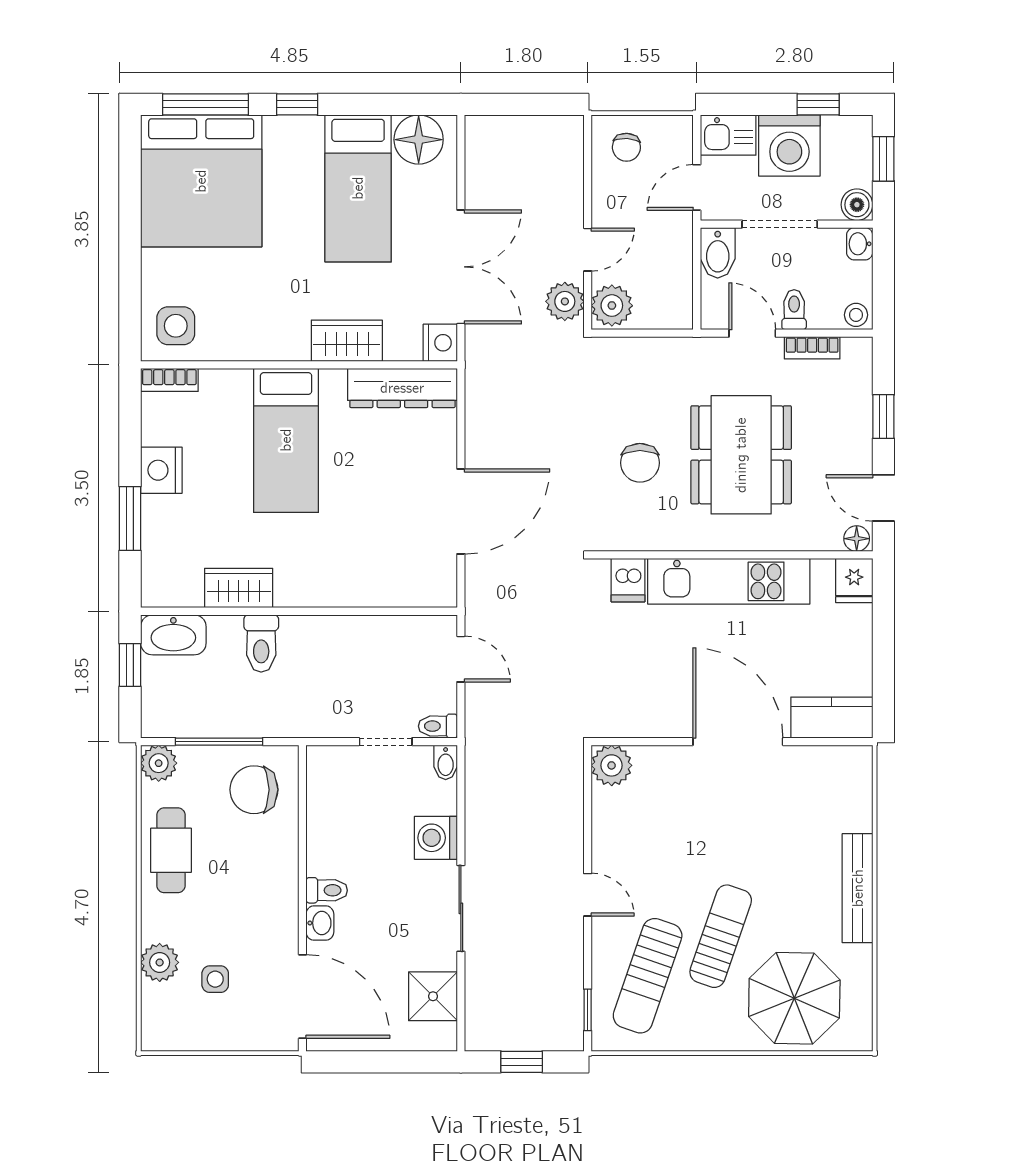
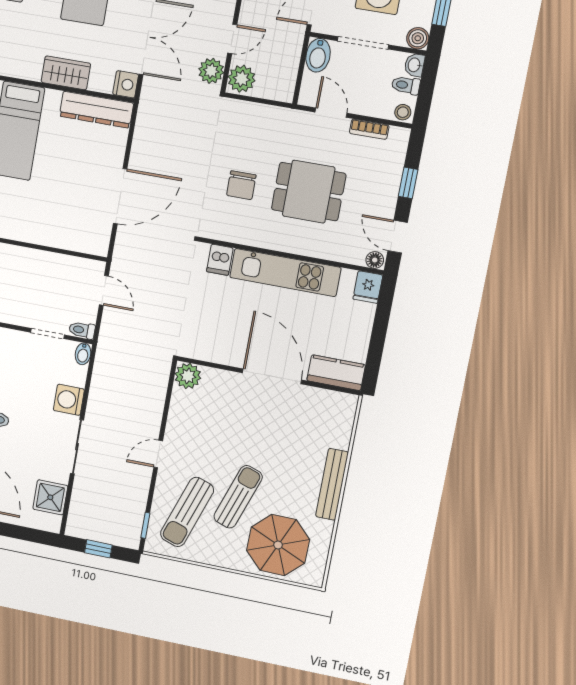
toilet: (794, 310) -> (406, 85), moved, turned -90
dining table: (741, 455) -> (309, 192), width x0.73
door: (588, 895) -> (158, 454), swing flipped

